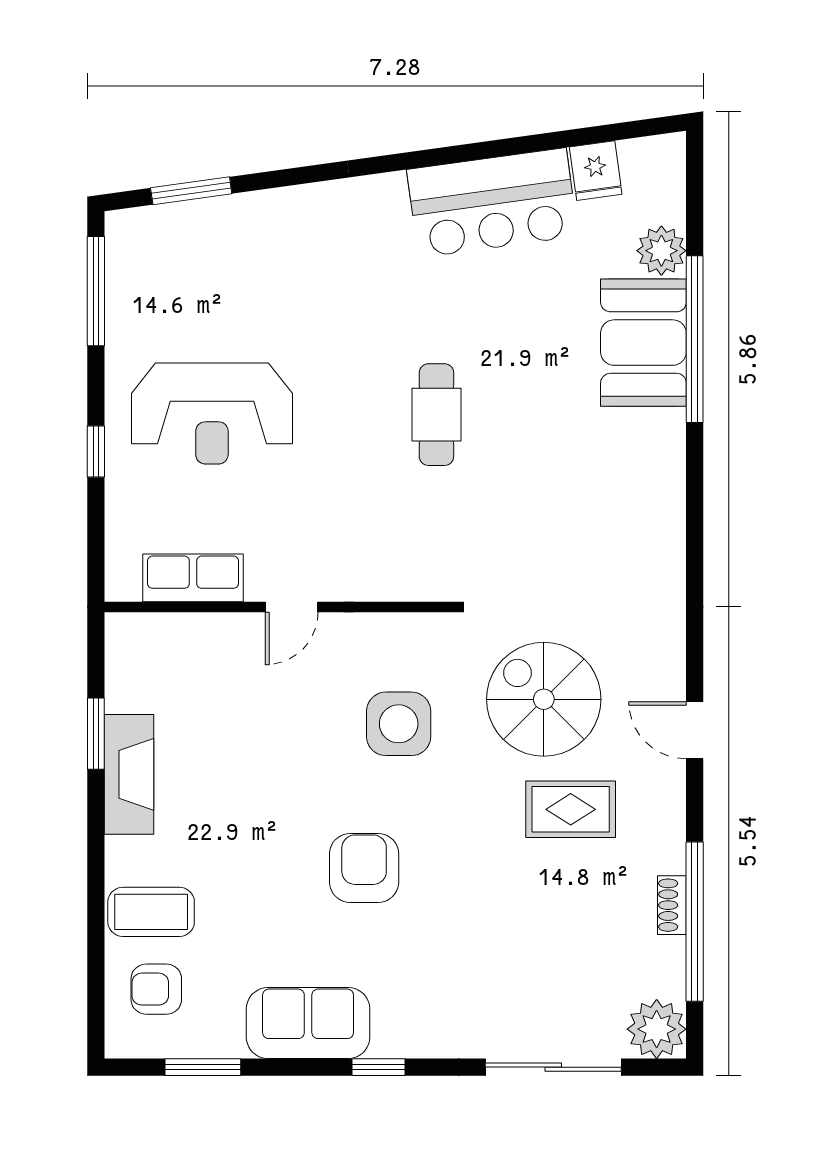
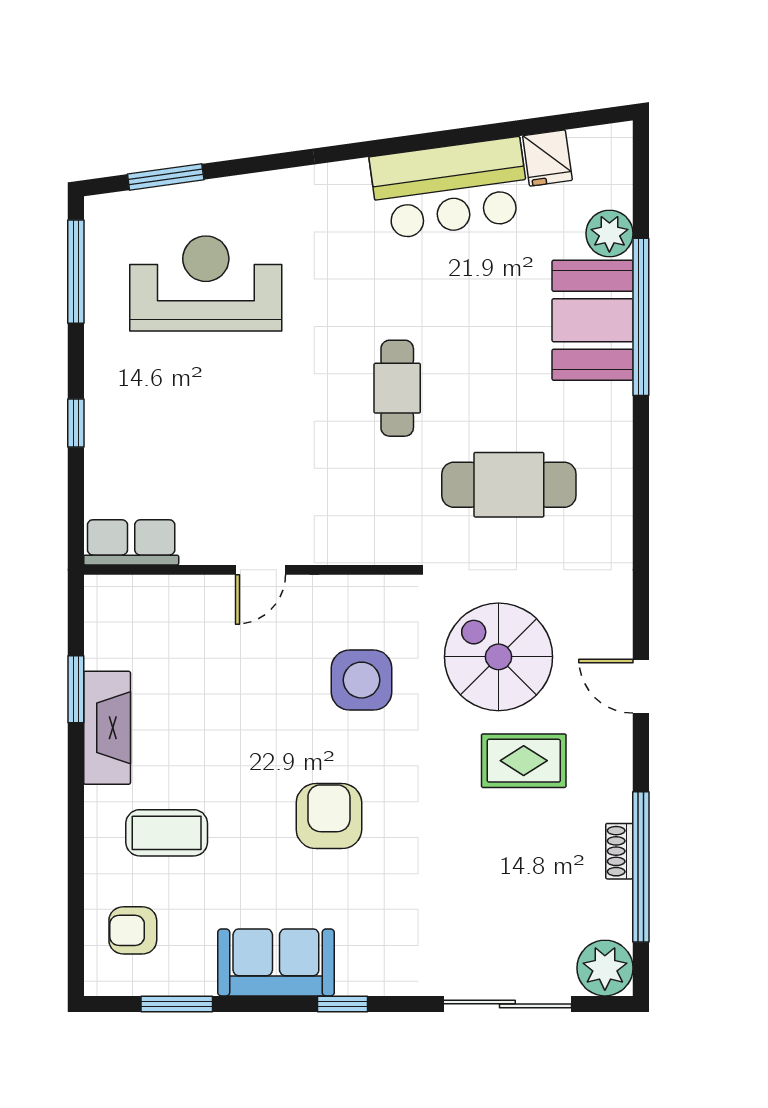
reception desk: (212, 414) -> (206, 283), moved, turned 180
cafe table: (555, 517) -> (509, 485), added
row of seats: (193, 578) -> (131, 542), moved
coffee table: (151, 912) -> (167, 833), moved

